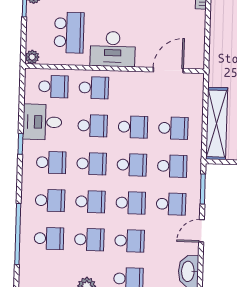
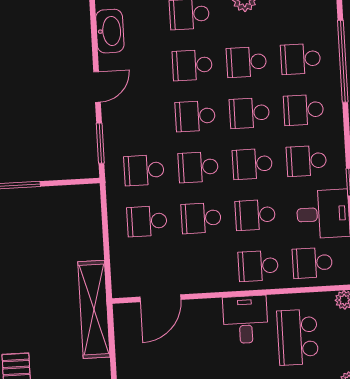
desk: (113, 49) -> (245, 320), width x0.73
shelving: (217, 124) -> (94, 309), moved
school desk: (171, 204) -> (141, 119), removed

